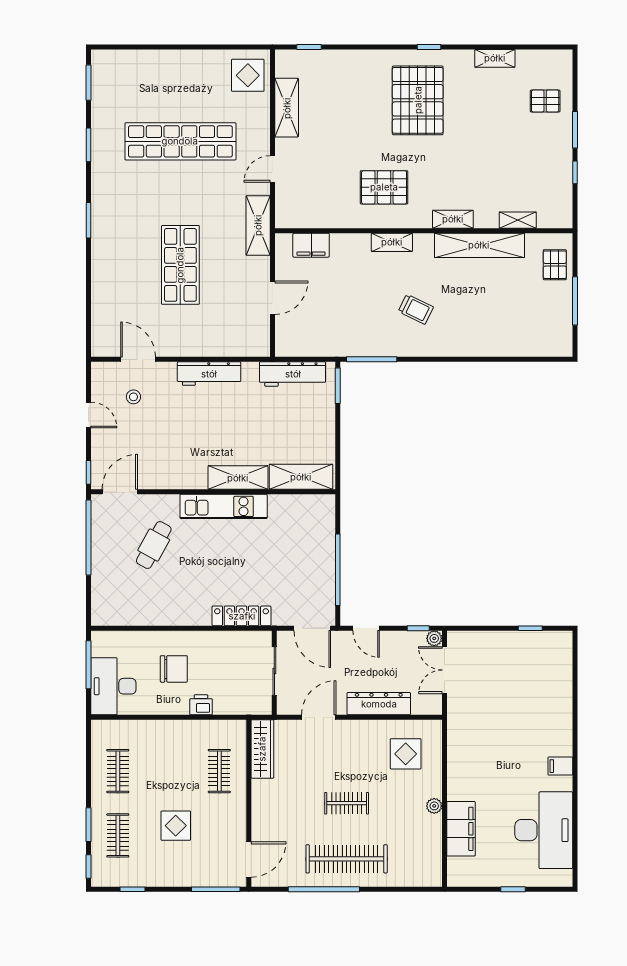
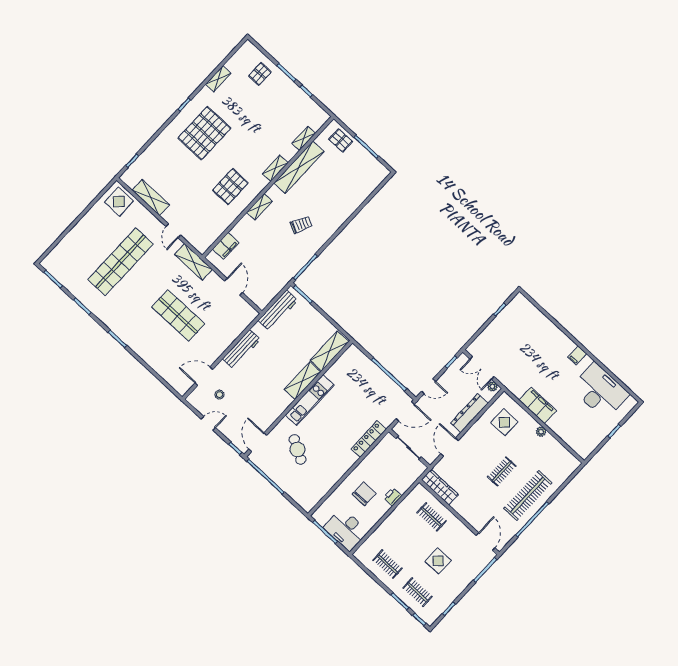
pallet: (418, 100) -> (204, 133), turned 90
plant: (434, 638) -> (492, 386), moved
filing cabinet: (461, 829) -> (538, 405), moved

